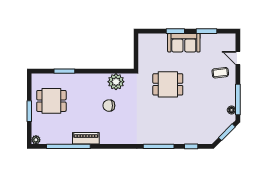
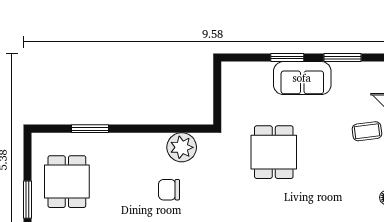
dining table: (168, 84) -> (274, 152), turned 90
dining table: (51, 101) -> (67, 182), turned 90

